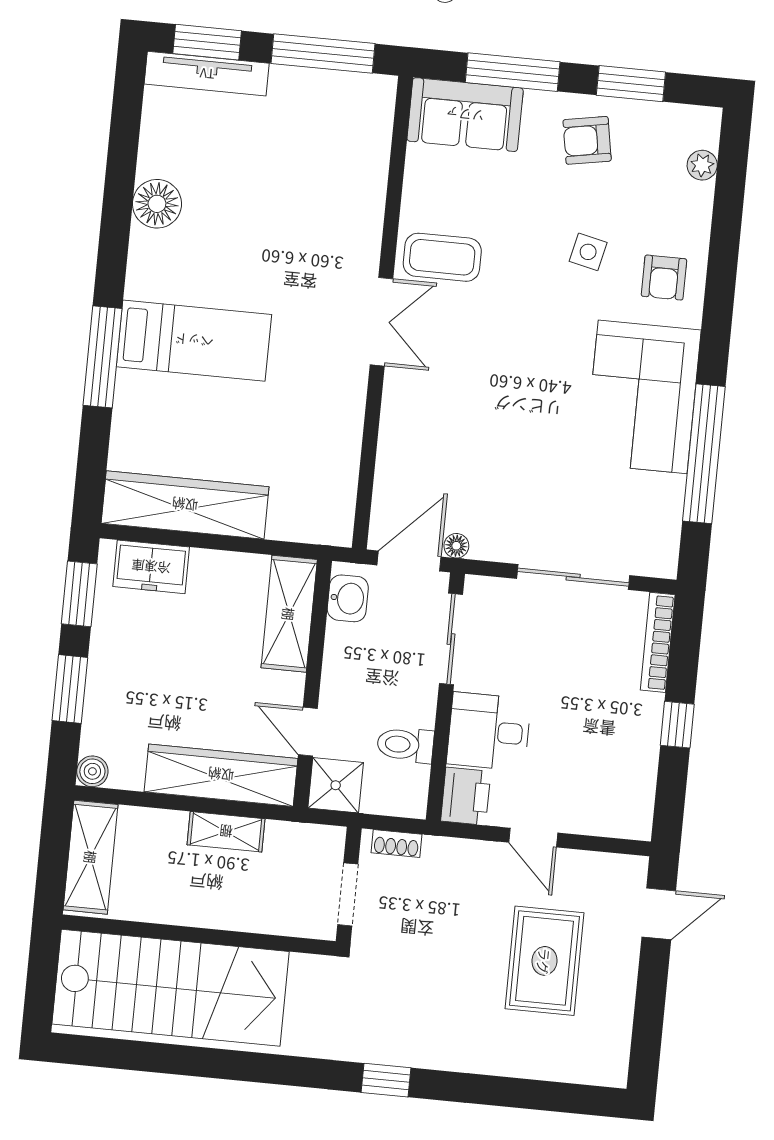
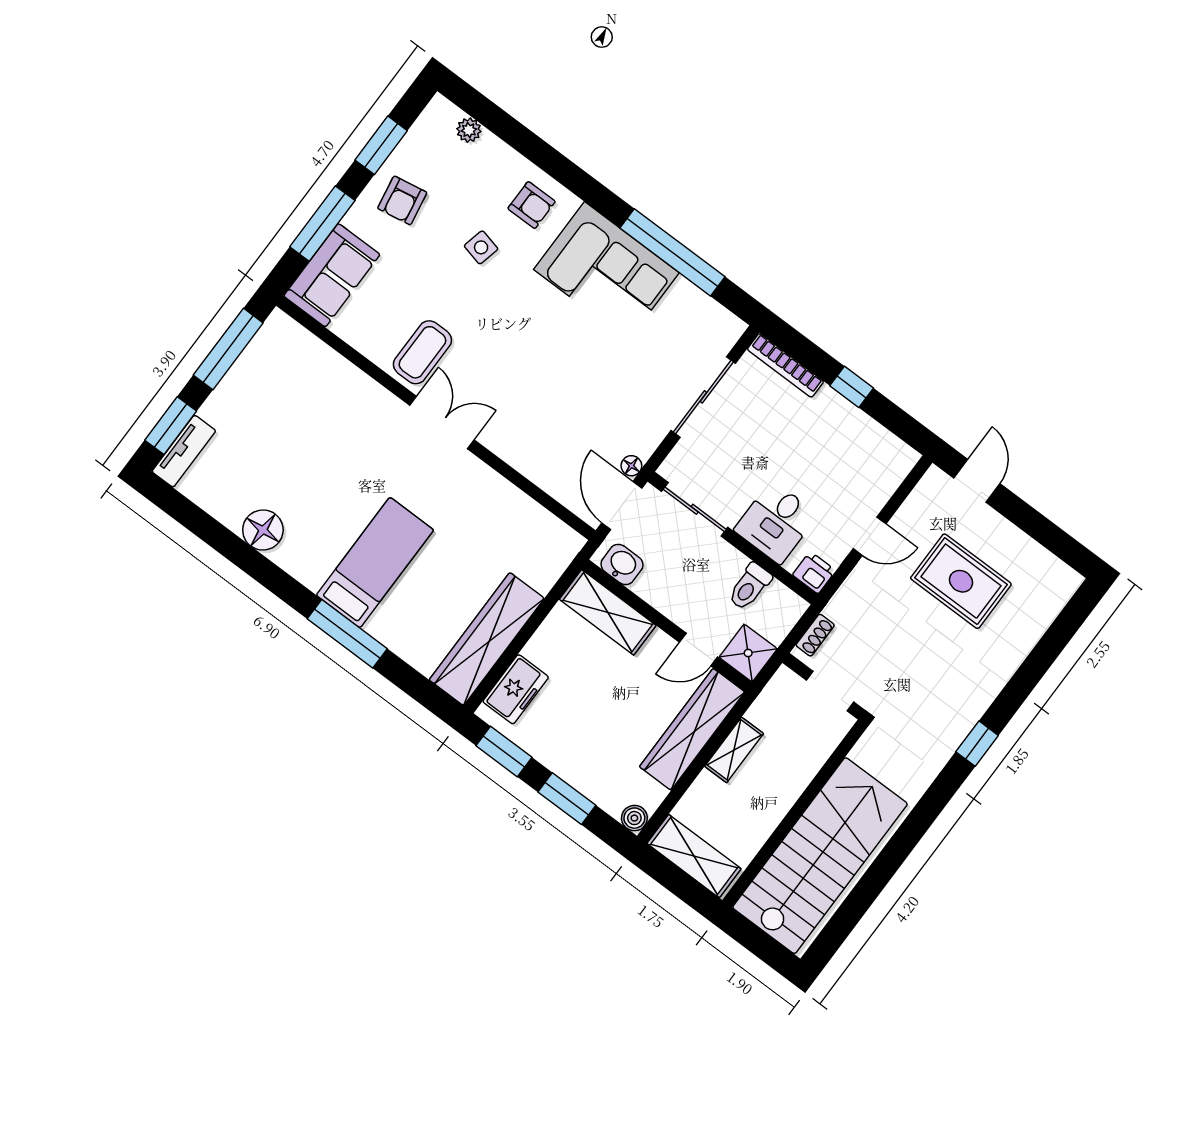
tv unit: (207, 74) -> (184, 451), width x0.71
printer: (466, 796) -> (814, 573), width x0.73, depth x0.81

